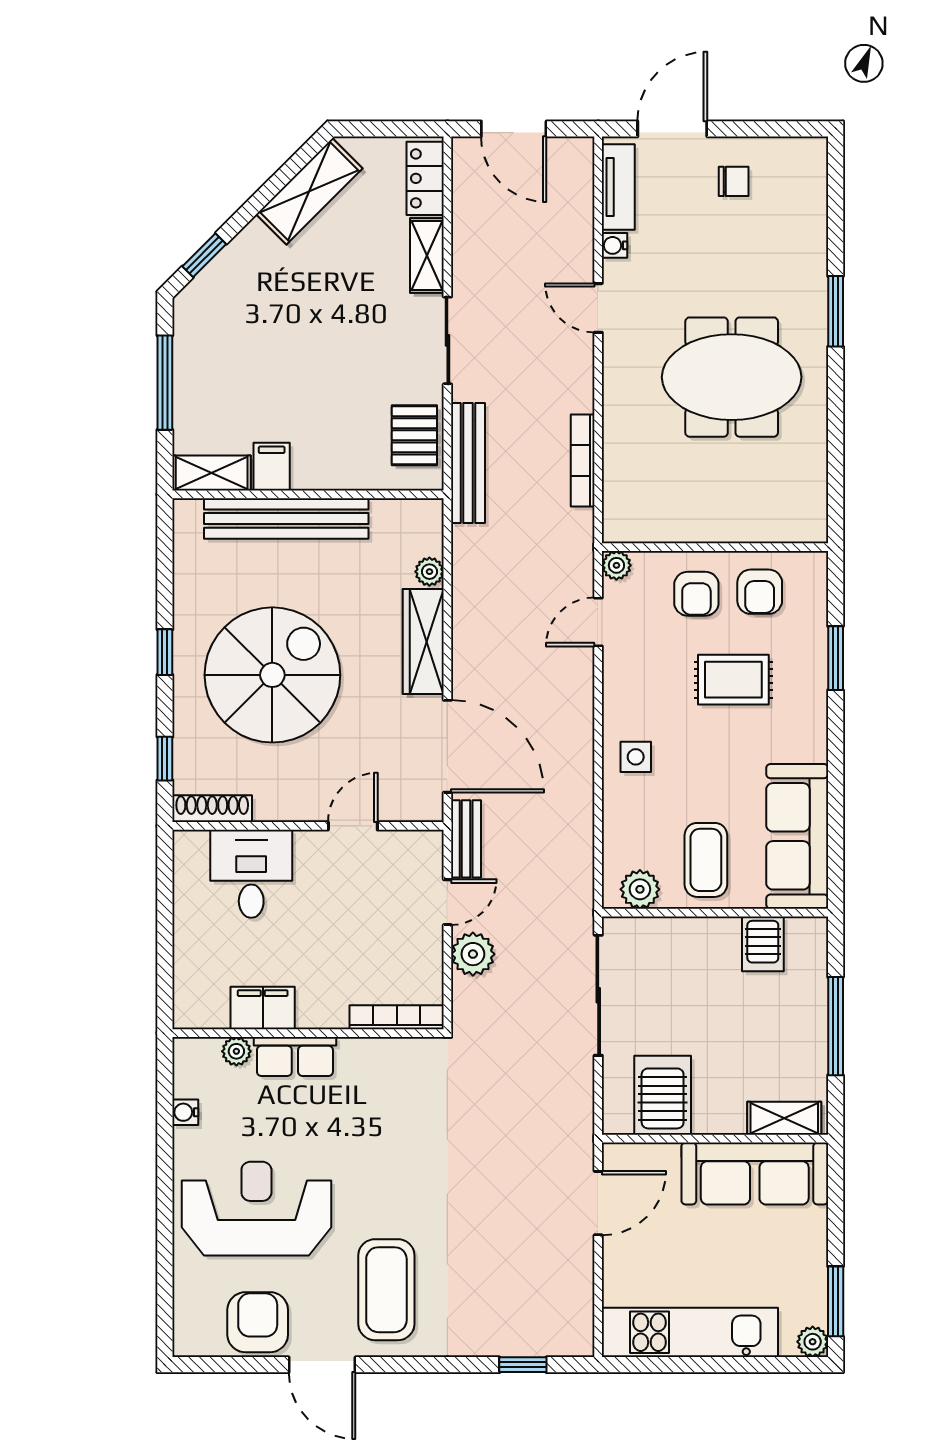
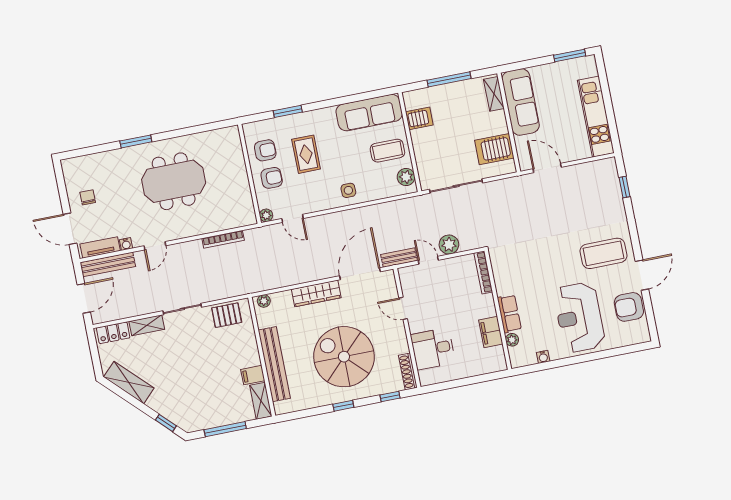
meeting table: (732, 377) -> (174, 181), turned 90
bench: (468, 463) -> (108, 264), moved
plant: (429, 572) -> (264, 301), moved
plant: (813, 1342) -> (589, 62), removed

